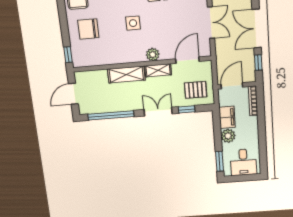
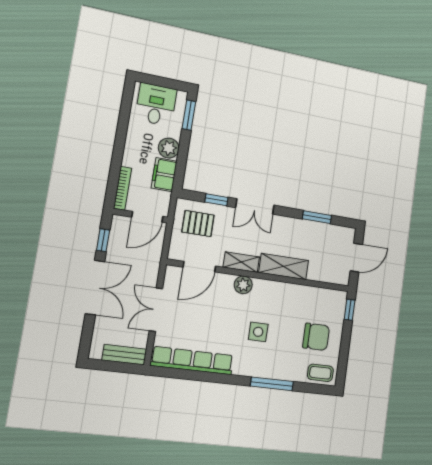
window: (111, 115) -> (317, 217), width x0.47

